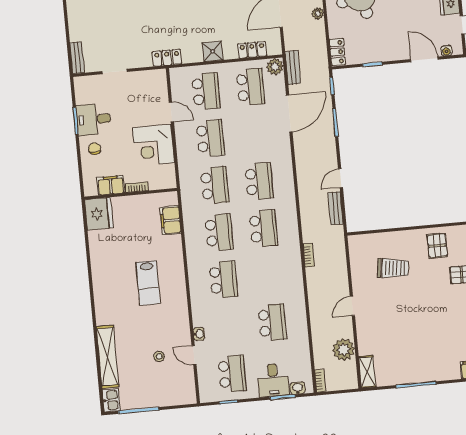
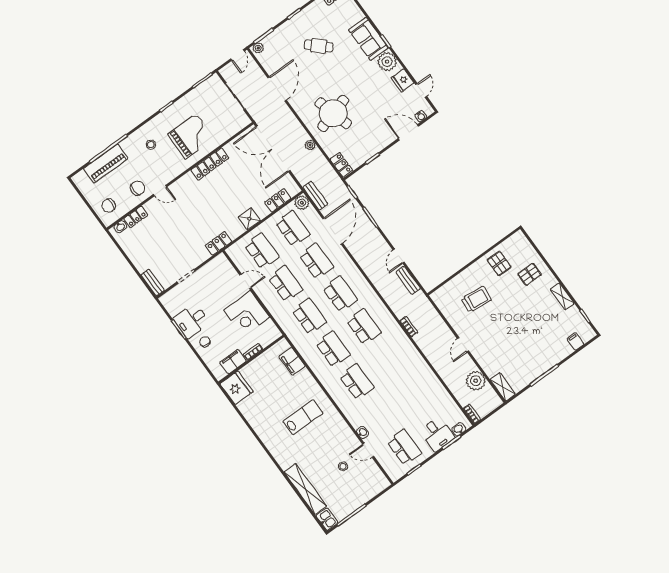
lab bench: (148, 283) -> (303, 417), turned -90
school desk: (272, 322) -> (316, 261), moved

